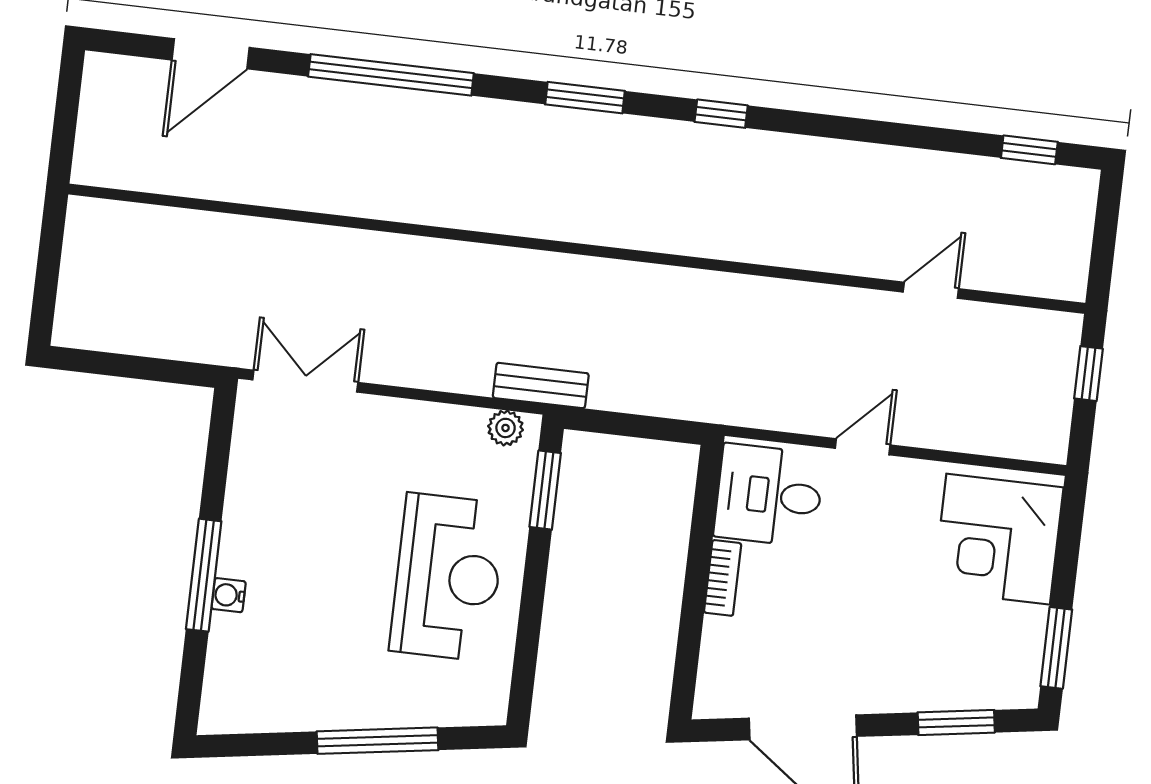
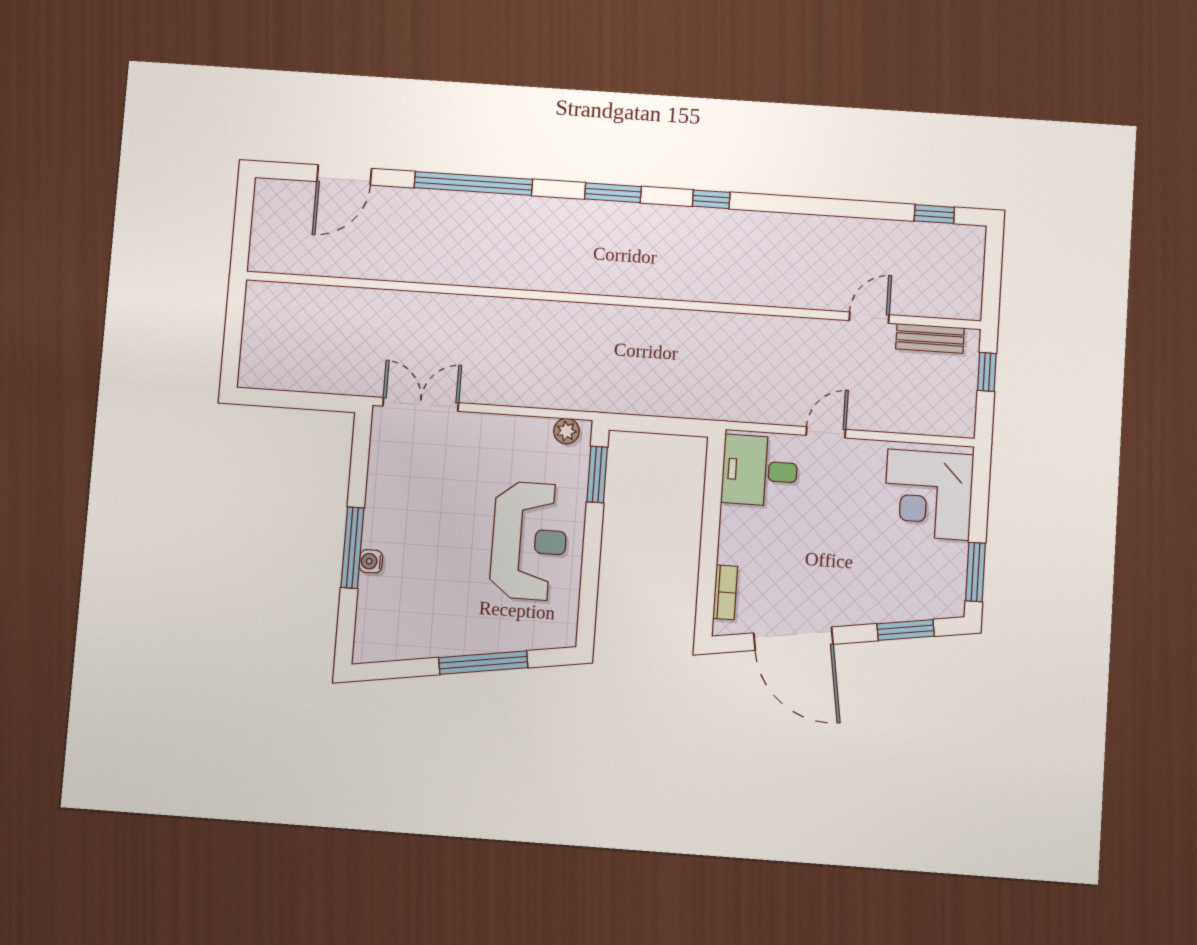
bench: (541, 386) -> (930, 338), moved
bookcase: (723, 578) -> (725, 592), moved

